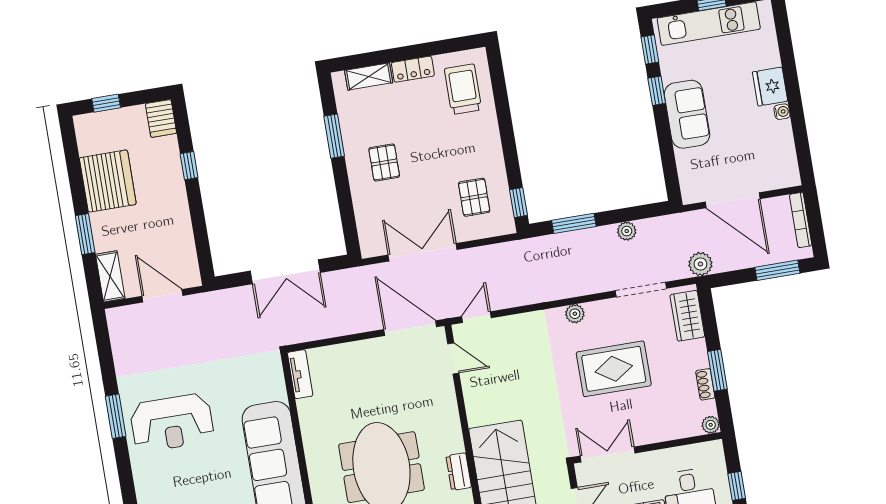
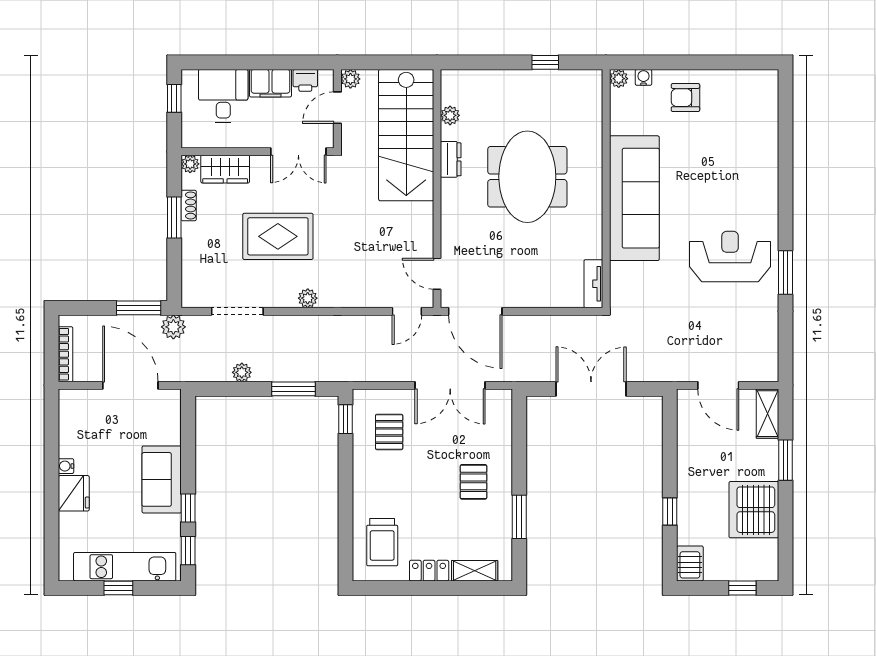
window: (777, 270) -> (139, 308), moved
wardrobe: (687, 316) -> (225, 169), moved, turned 90

